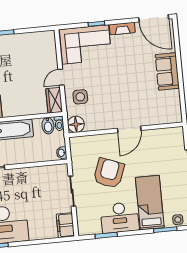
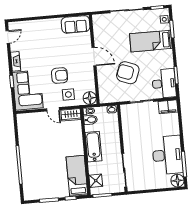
door: (154, 18) -> (8, 37), width x0.53
sofa: (167, 71) -> (76, 24), moved
armchair: (105, 85) -> (60, 76), added
desk: (120, 217) -> (164, 83), moved

